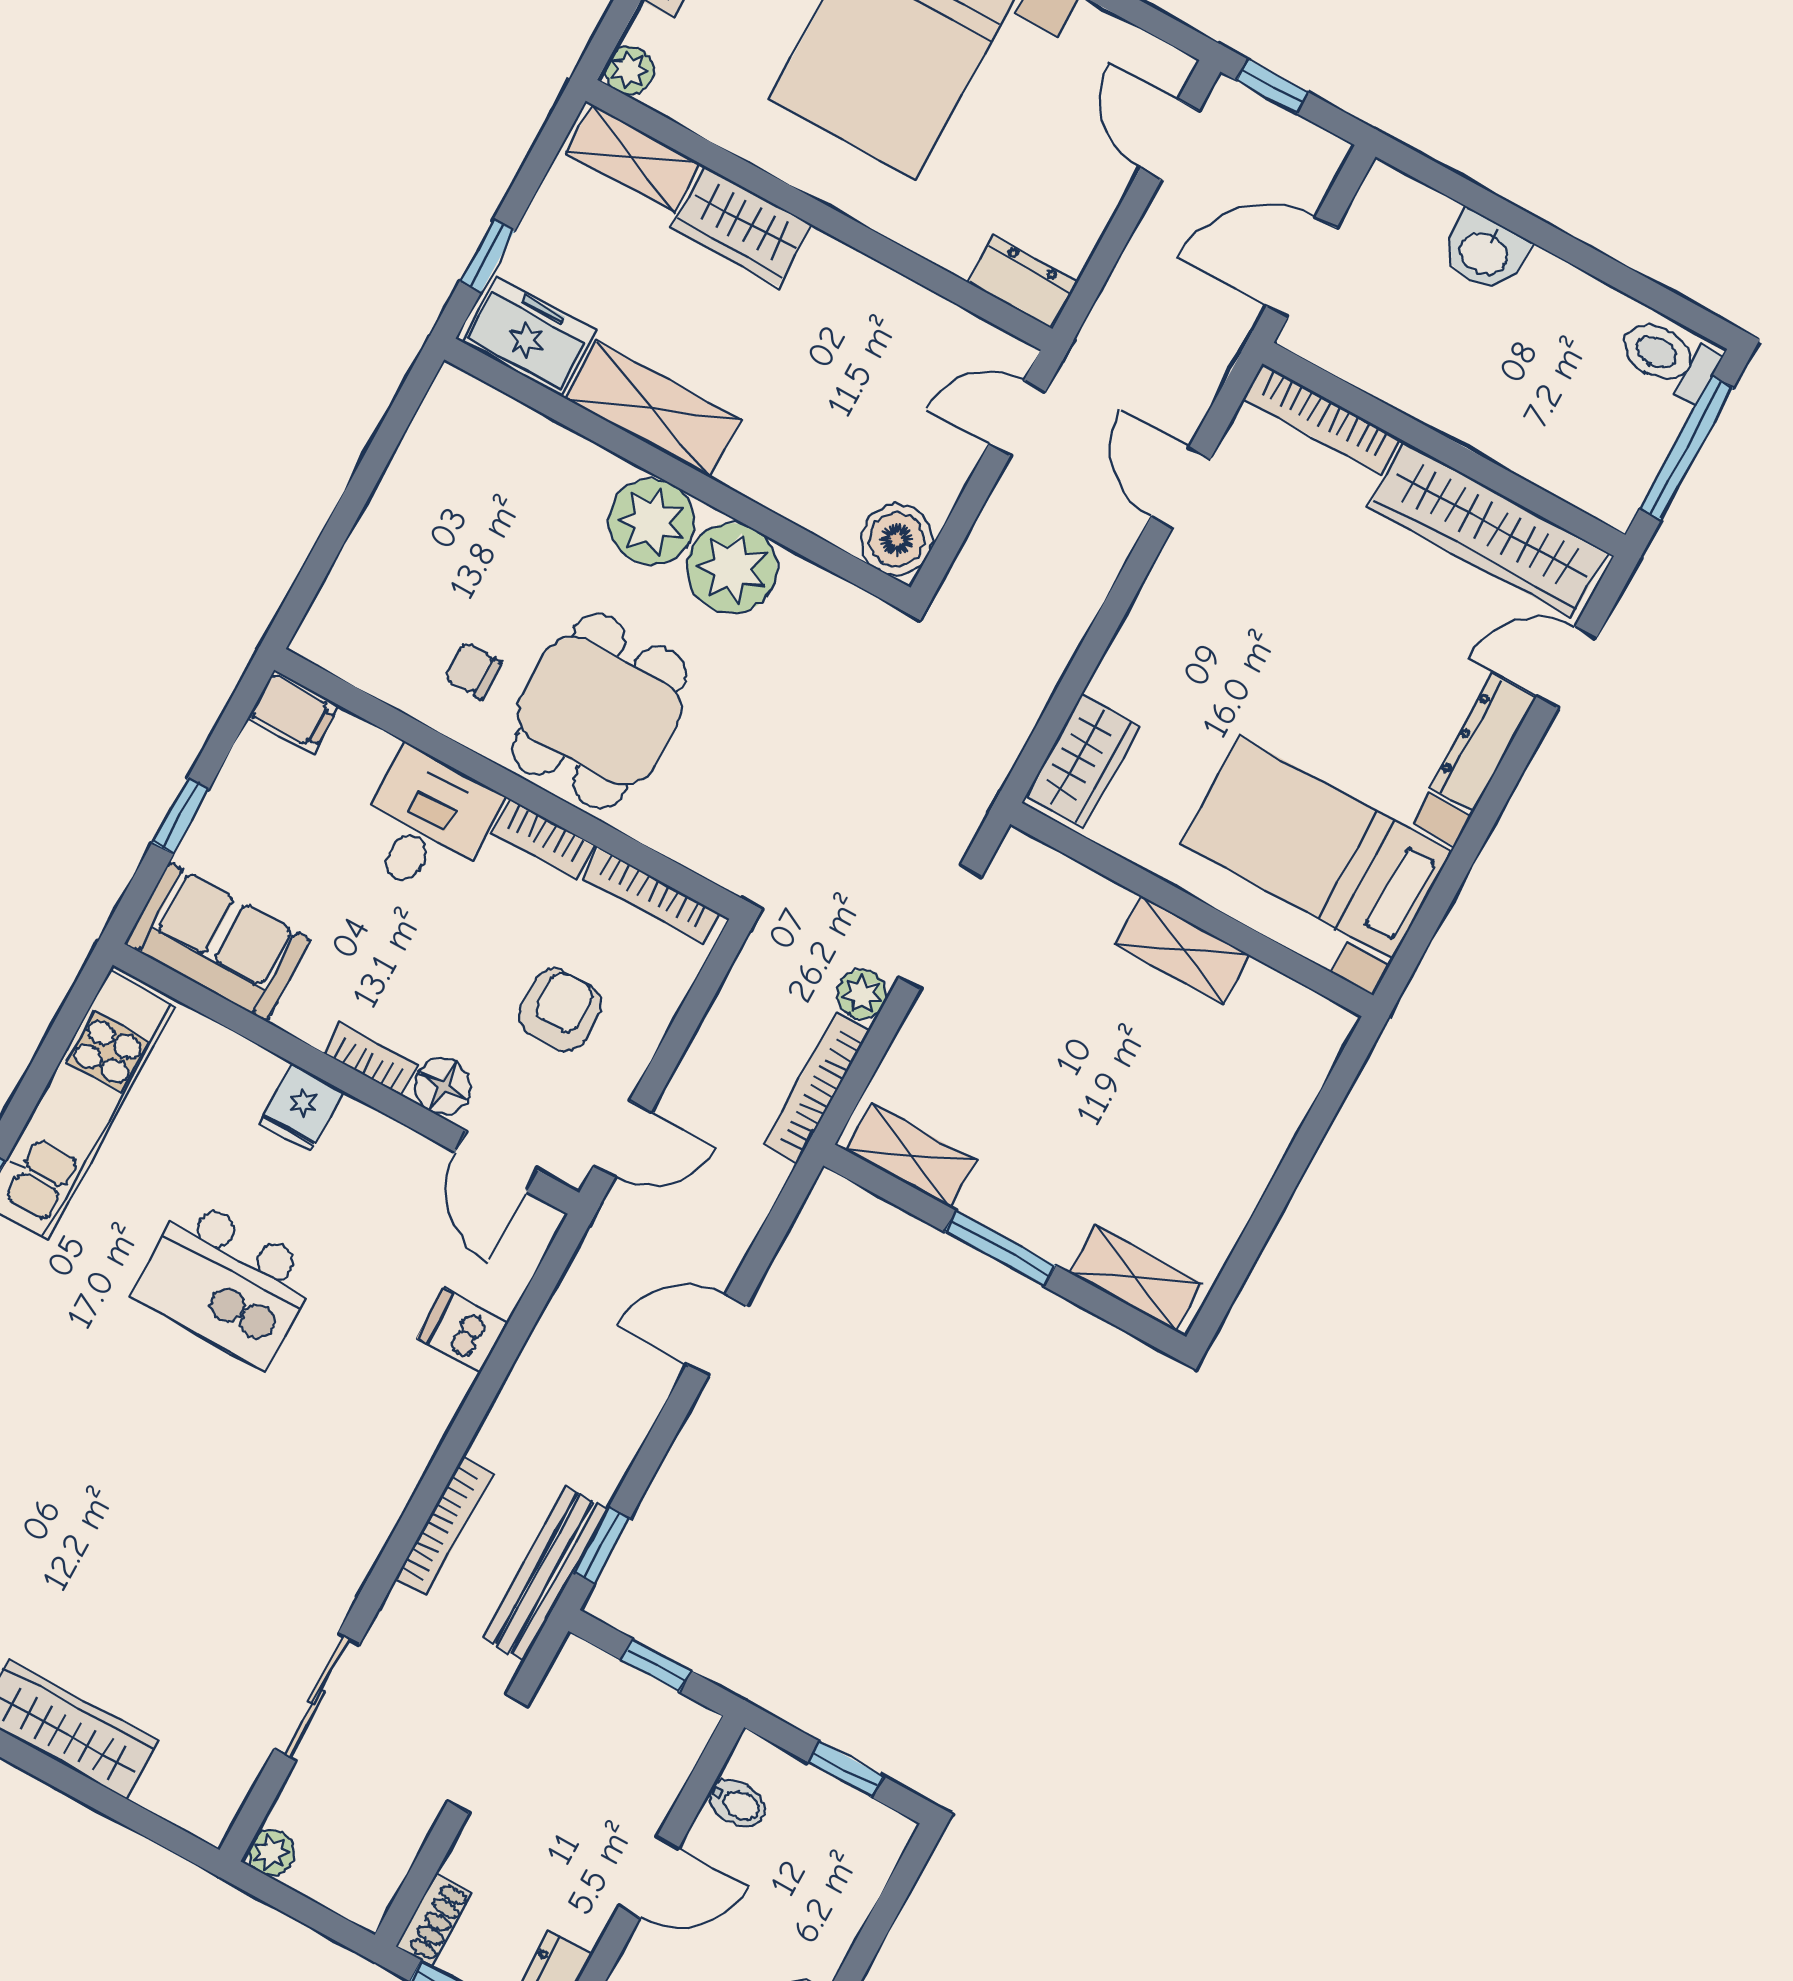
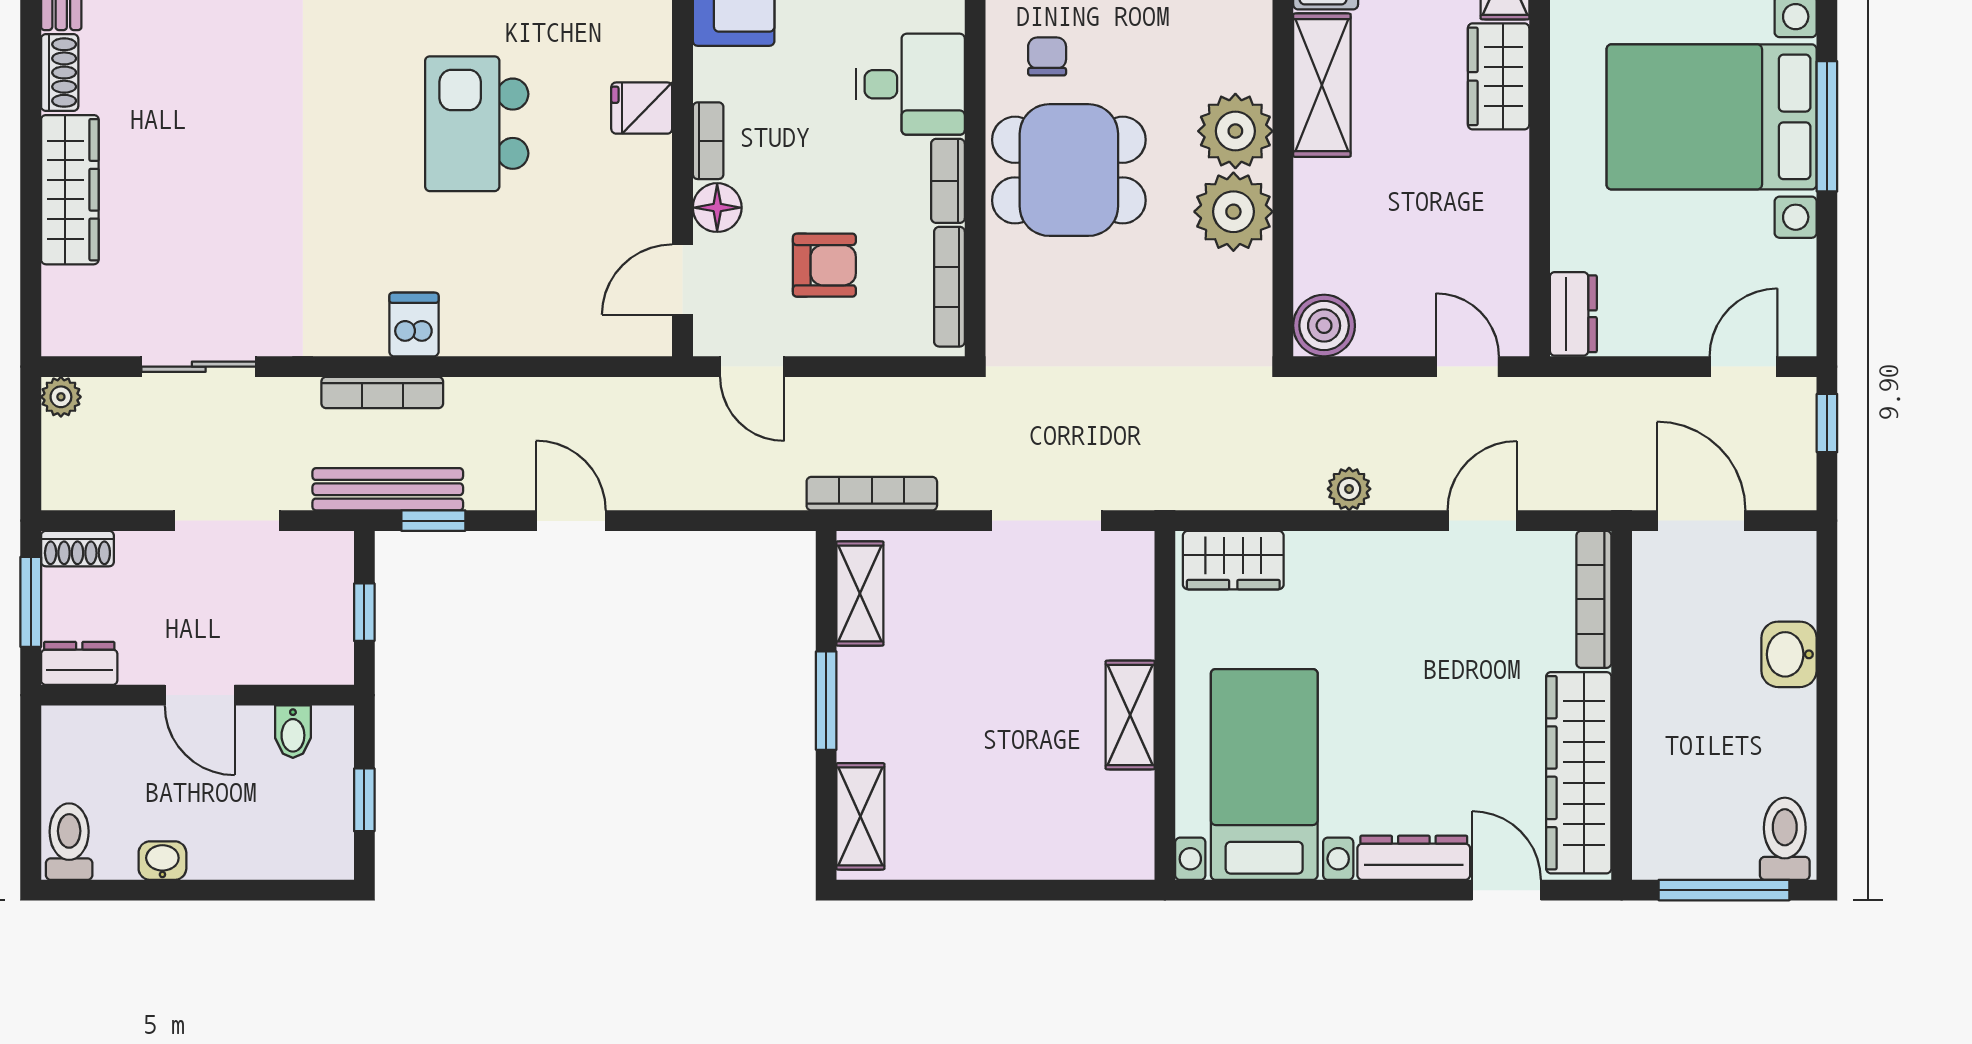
plant: (862, 994) -> (1349, 489), moved
dishwasher: (462, 1331) -> (414, 325), moved
door: (717, 1335) -> (571, 521), moved

